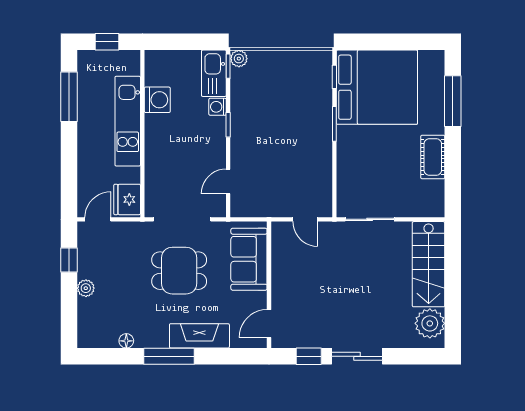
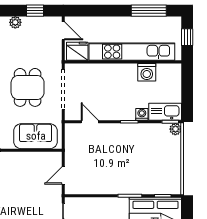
kitchen unit: (128, 121) -> (132, 52), width x1.36

